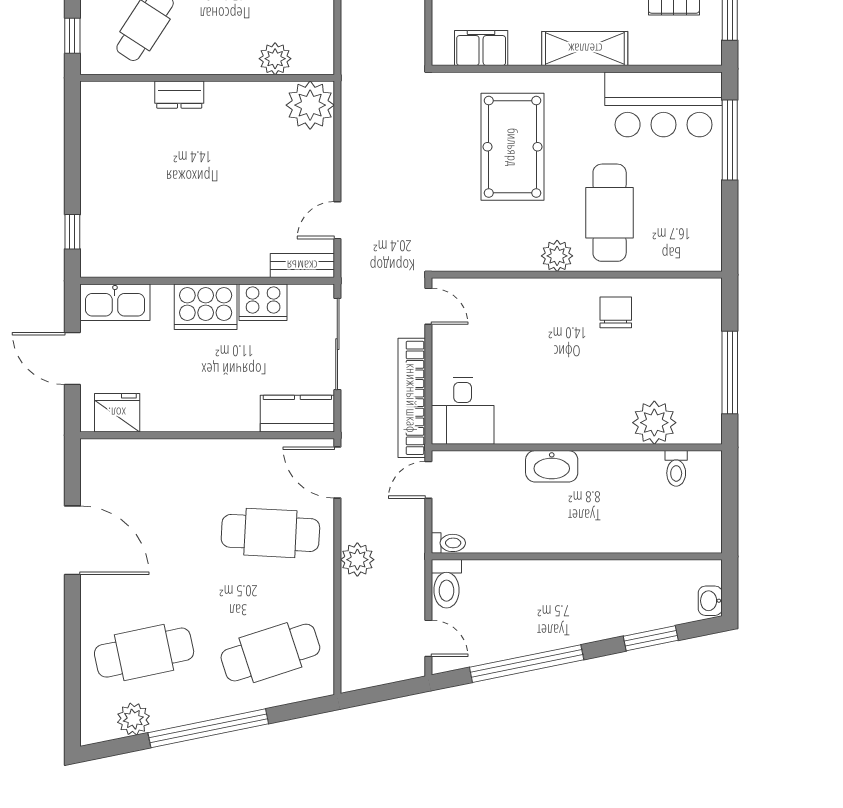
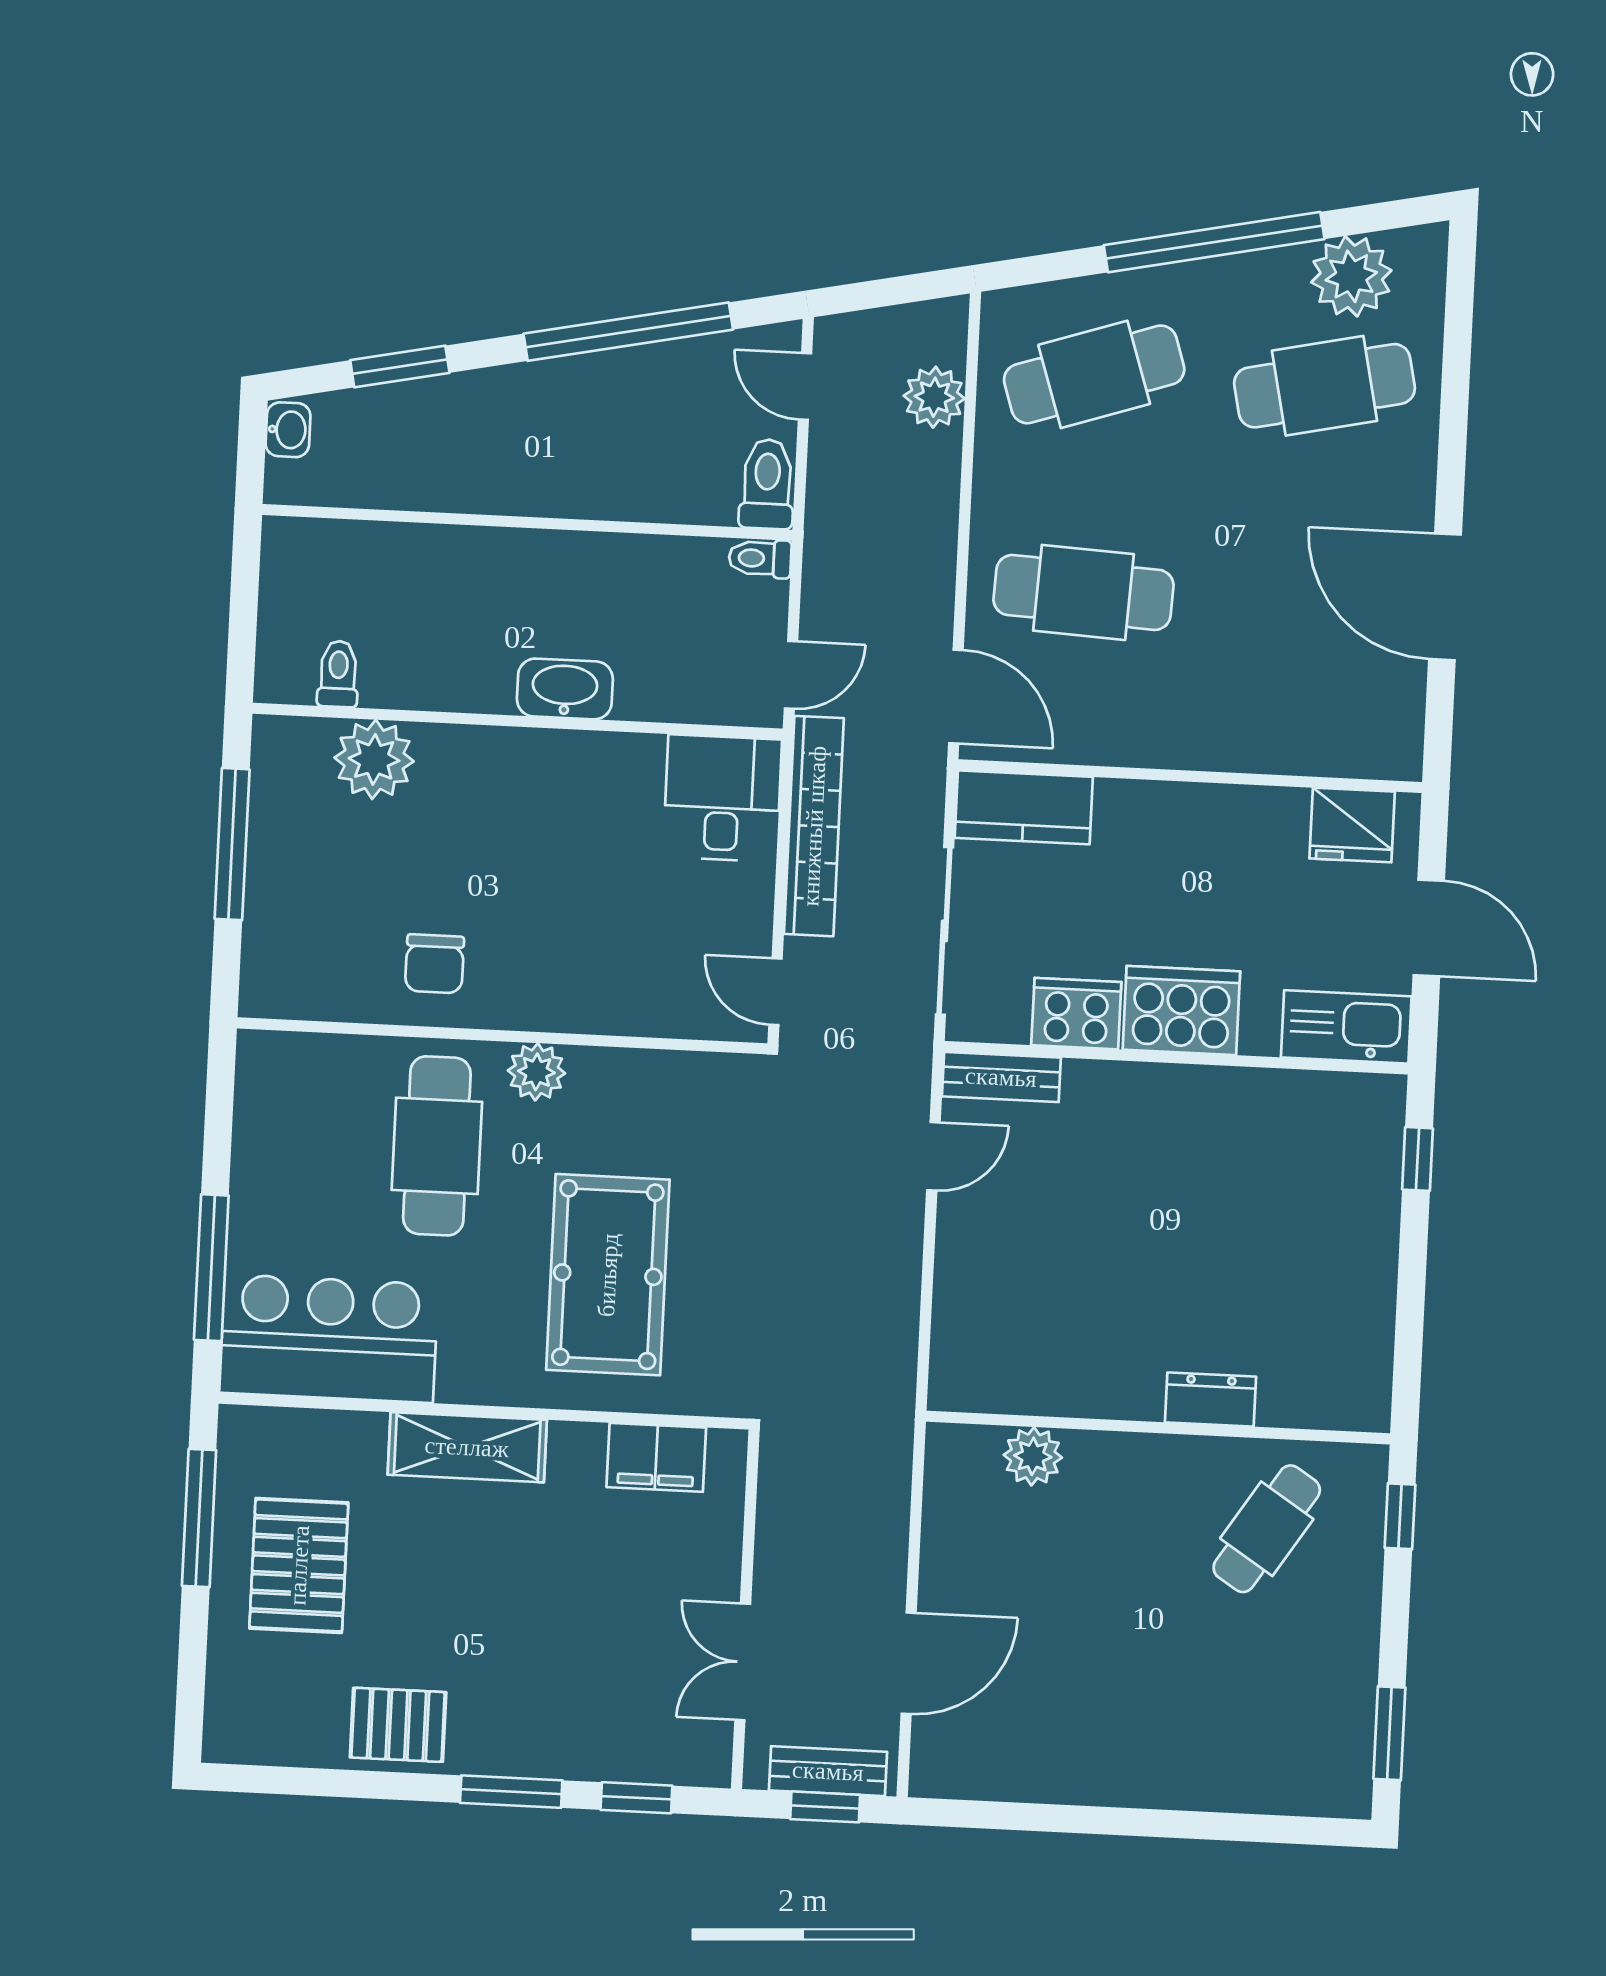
plant: (310, 105) -> (973, 1369), removed
plant: (357, 560) -> (934, 397), moved
plant: (133, 719) -> (1351, 276), width x1.36, depth x1.36

